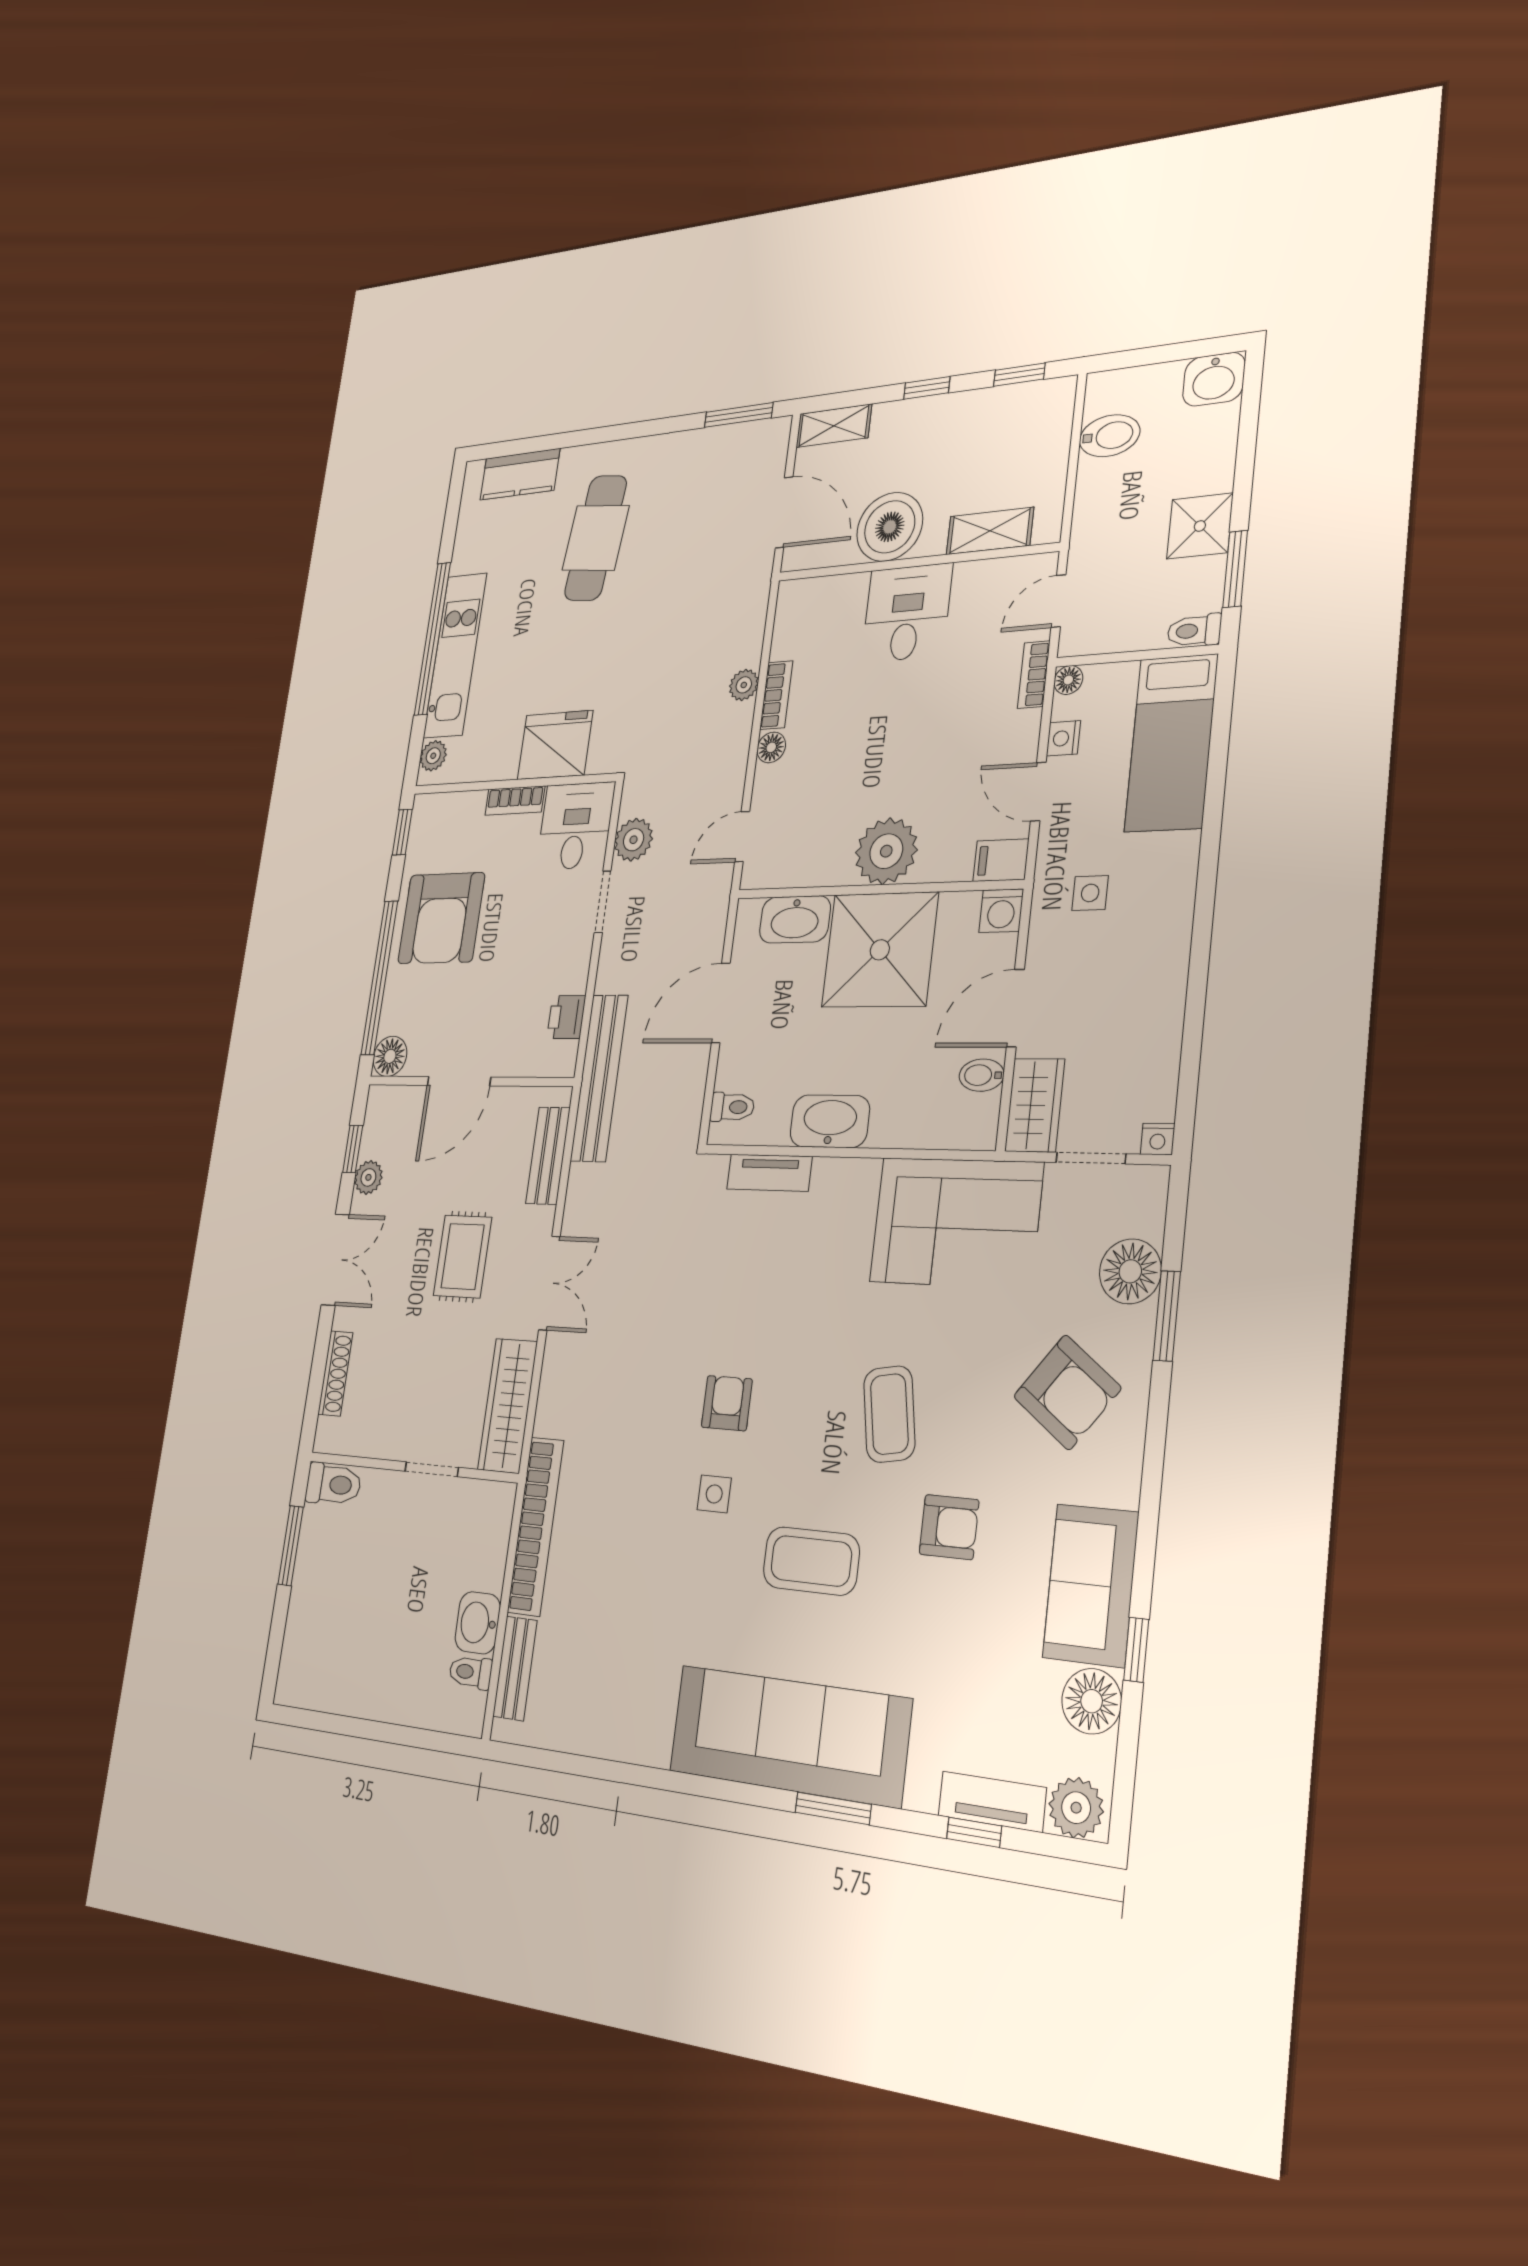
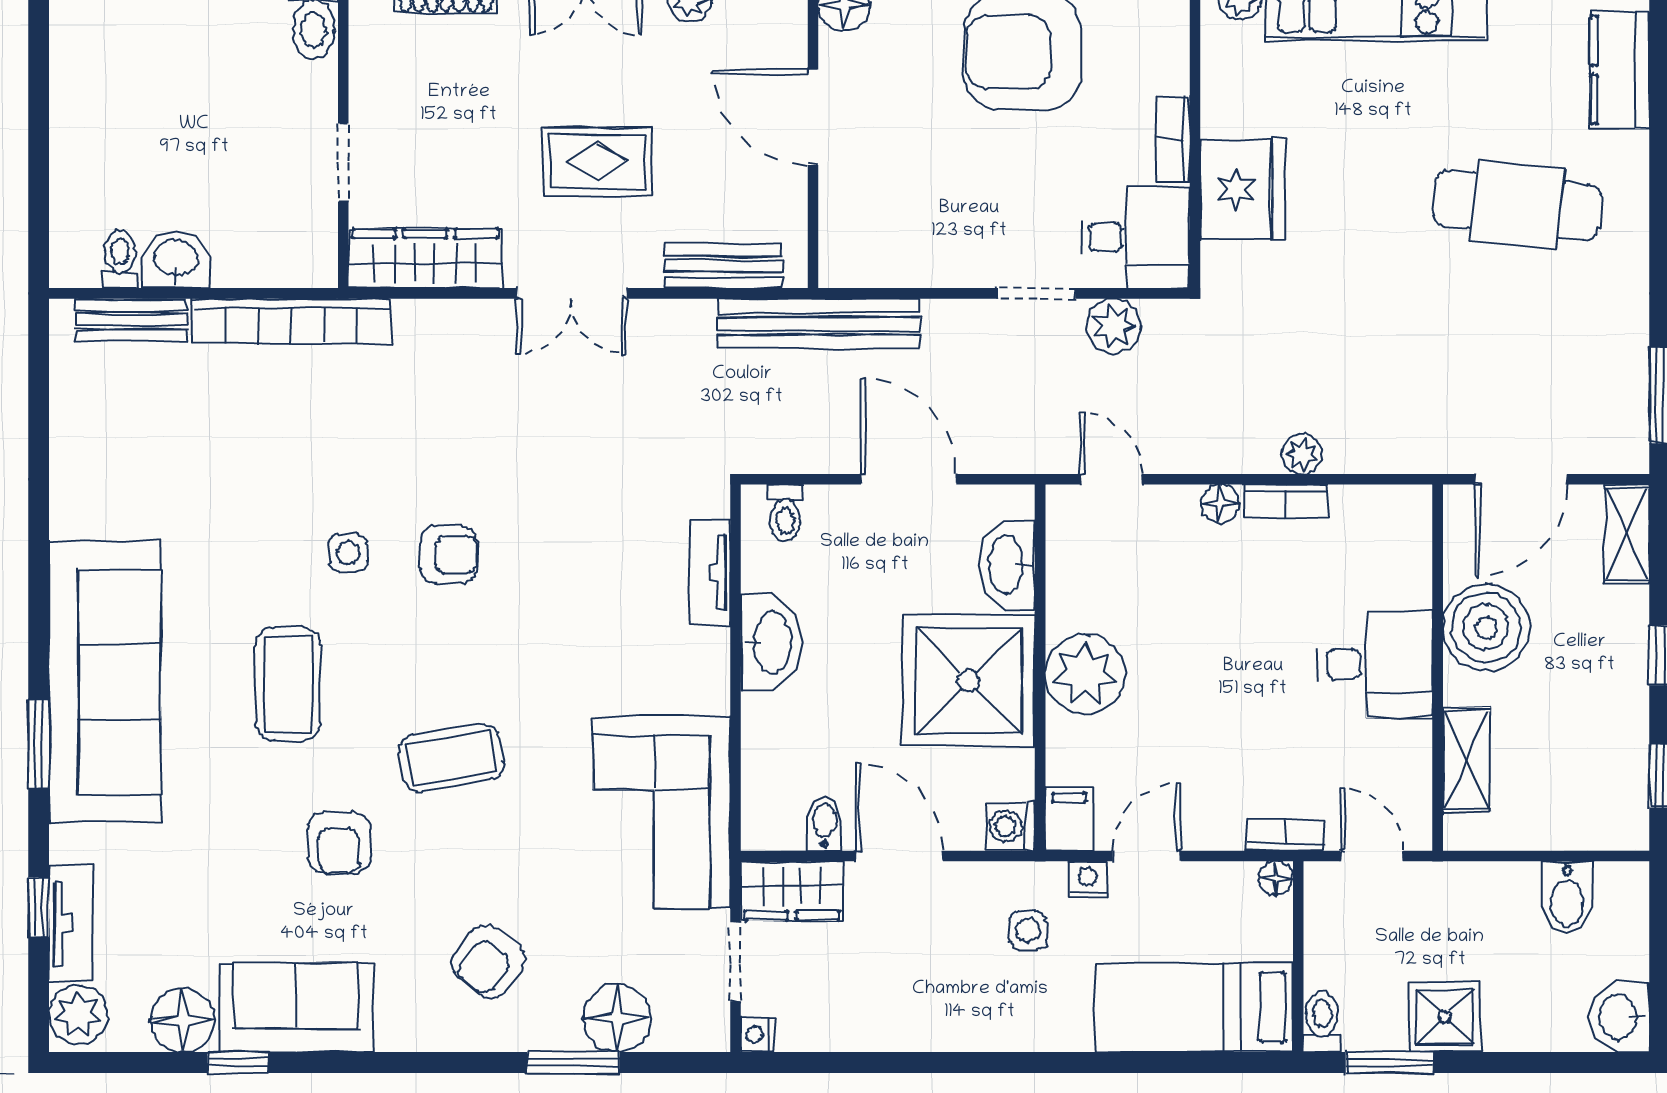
nightstand: (1063, 738) -> (1088, 880), moved
printer: (566, 1017) -> (893, 264), removed
armchair: (1067, 1392) -> (488, 961), width x0.72, depth x0.72

